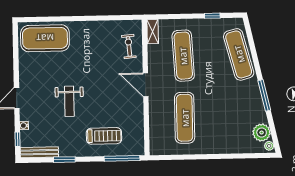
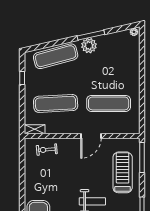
door: (146, 85) -> (91, 136), moved
plant: (262, 133) -> (89, 46), moved
treadmill: (104, 136) -> (123, 172), width x1.37, depth x1.38

